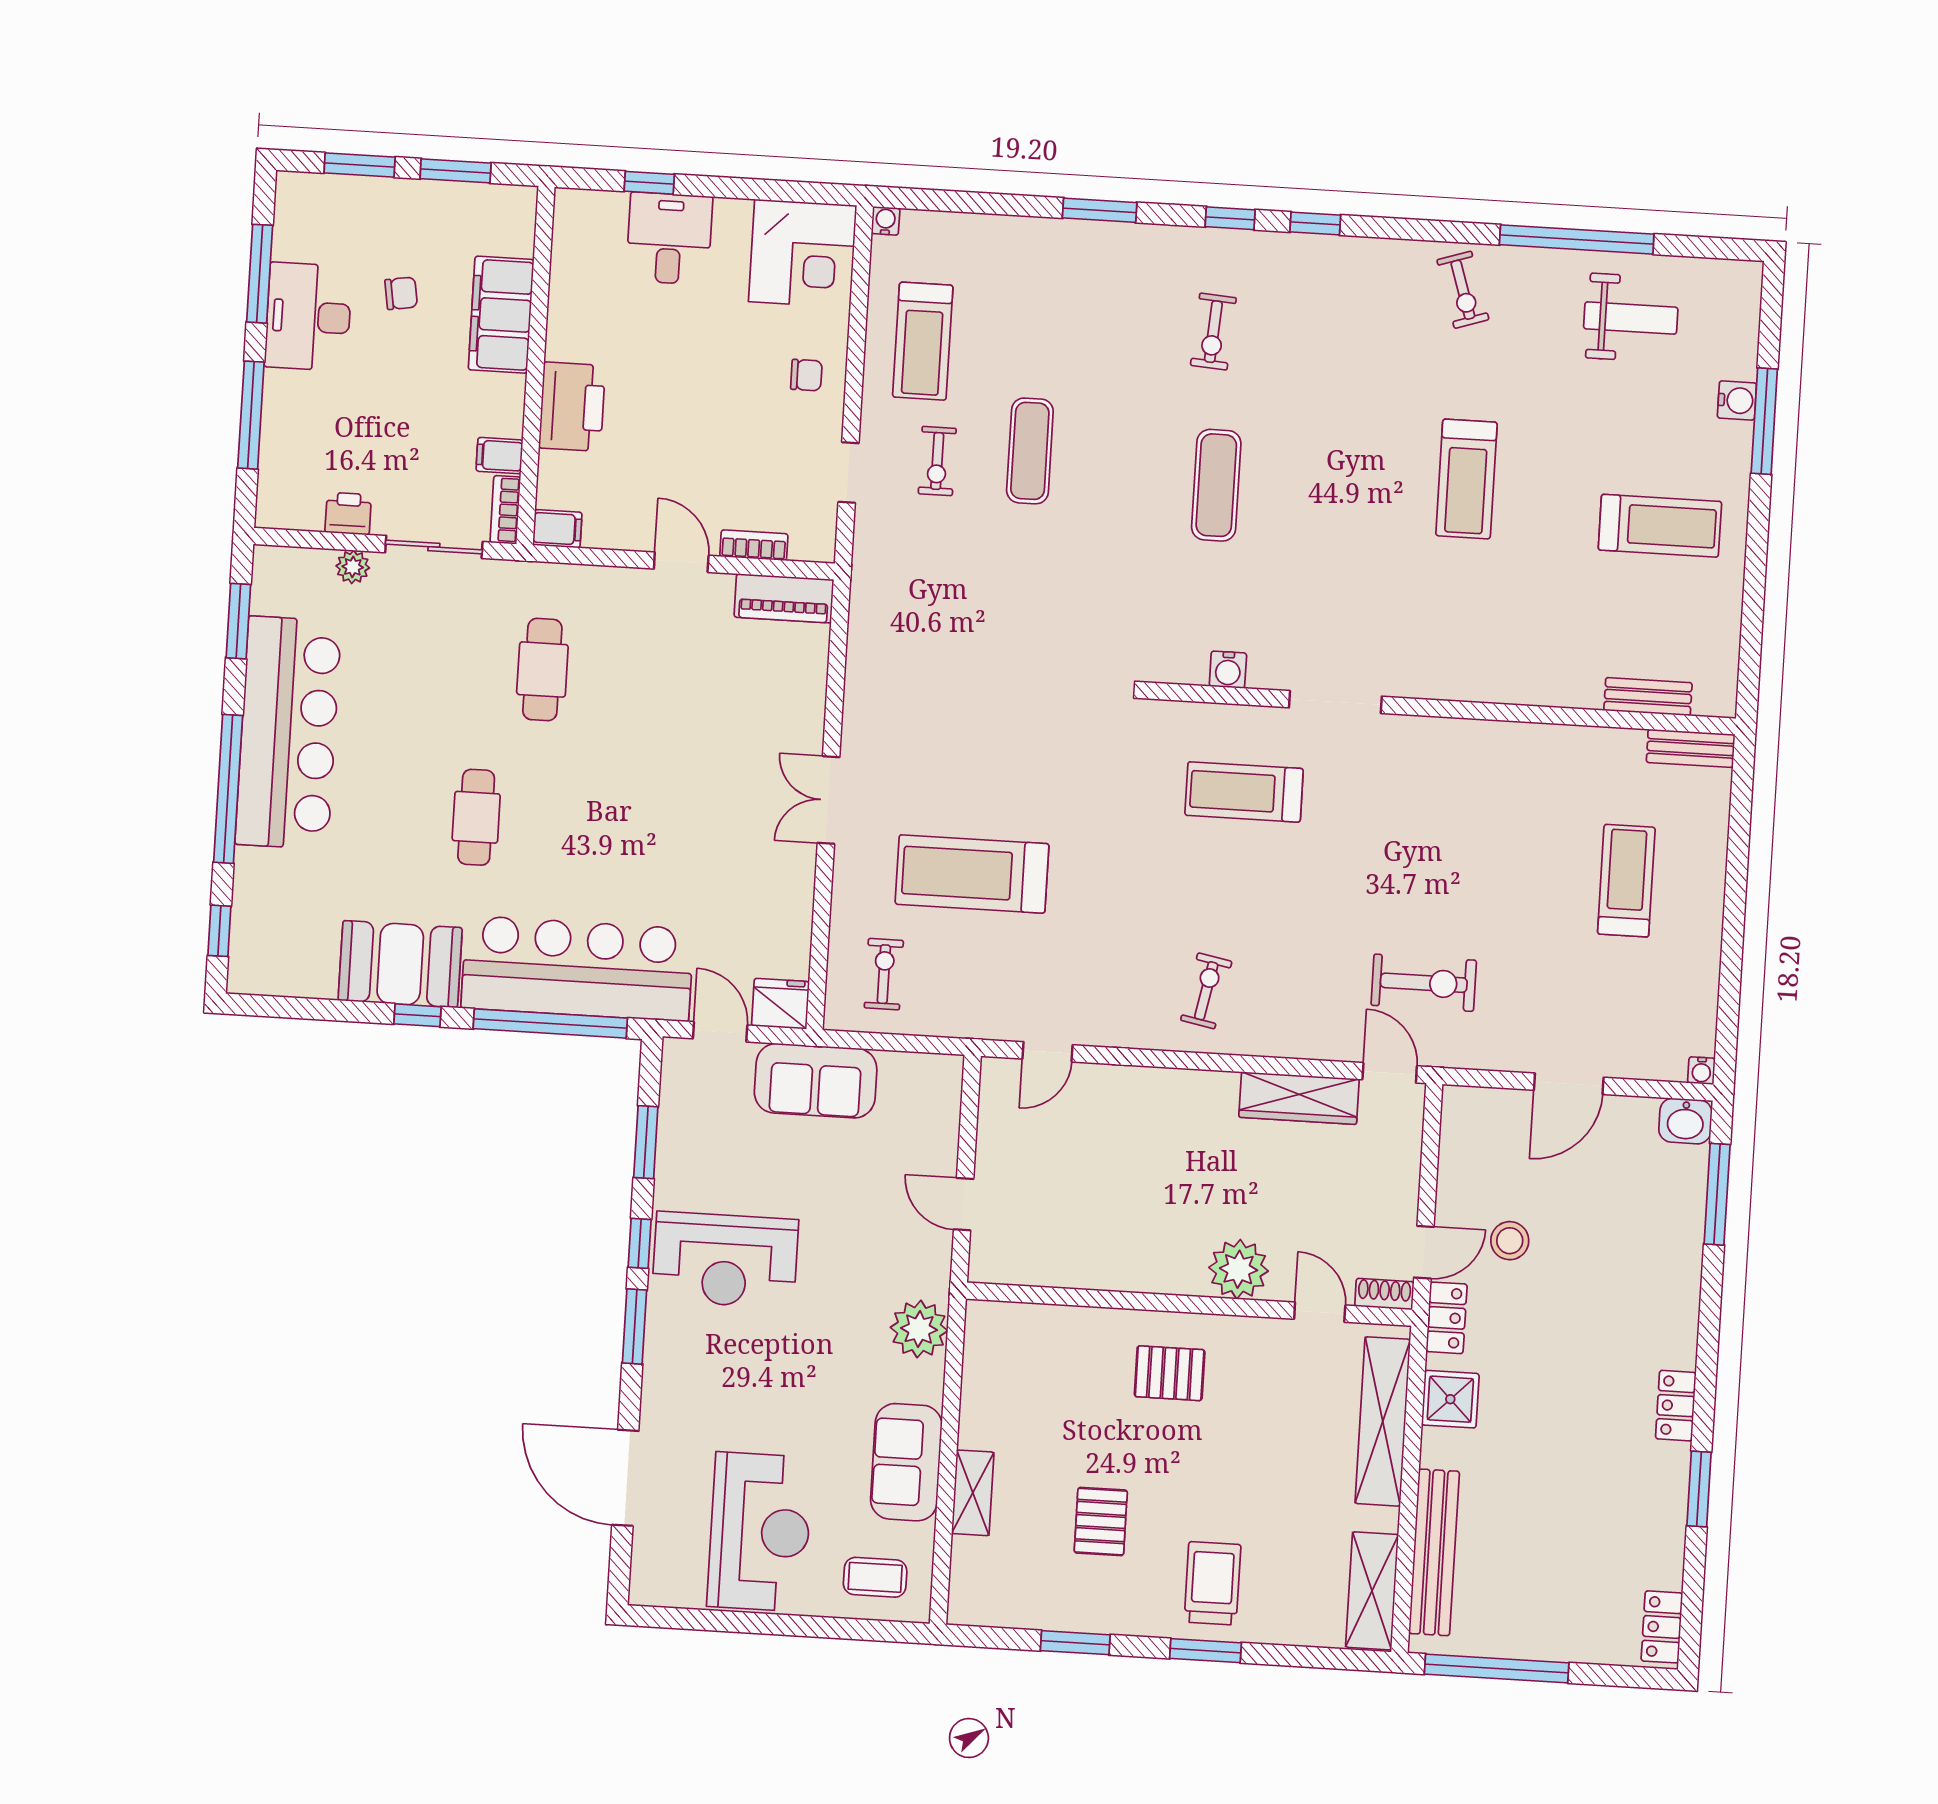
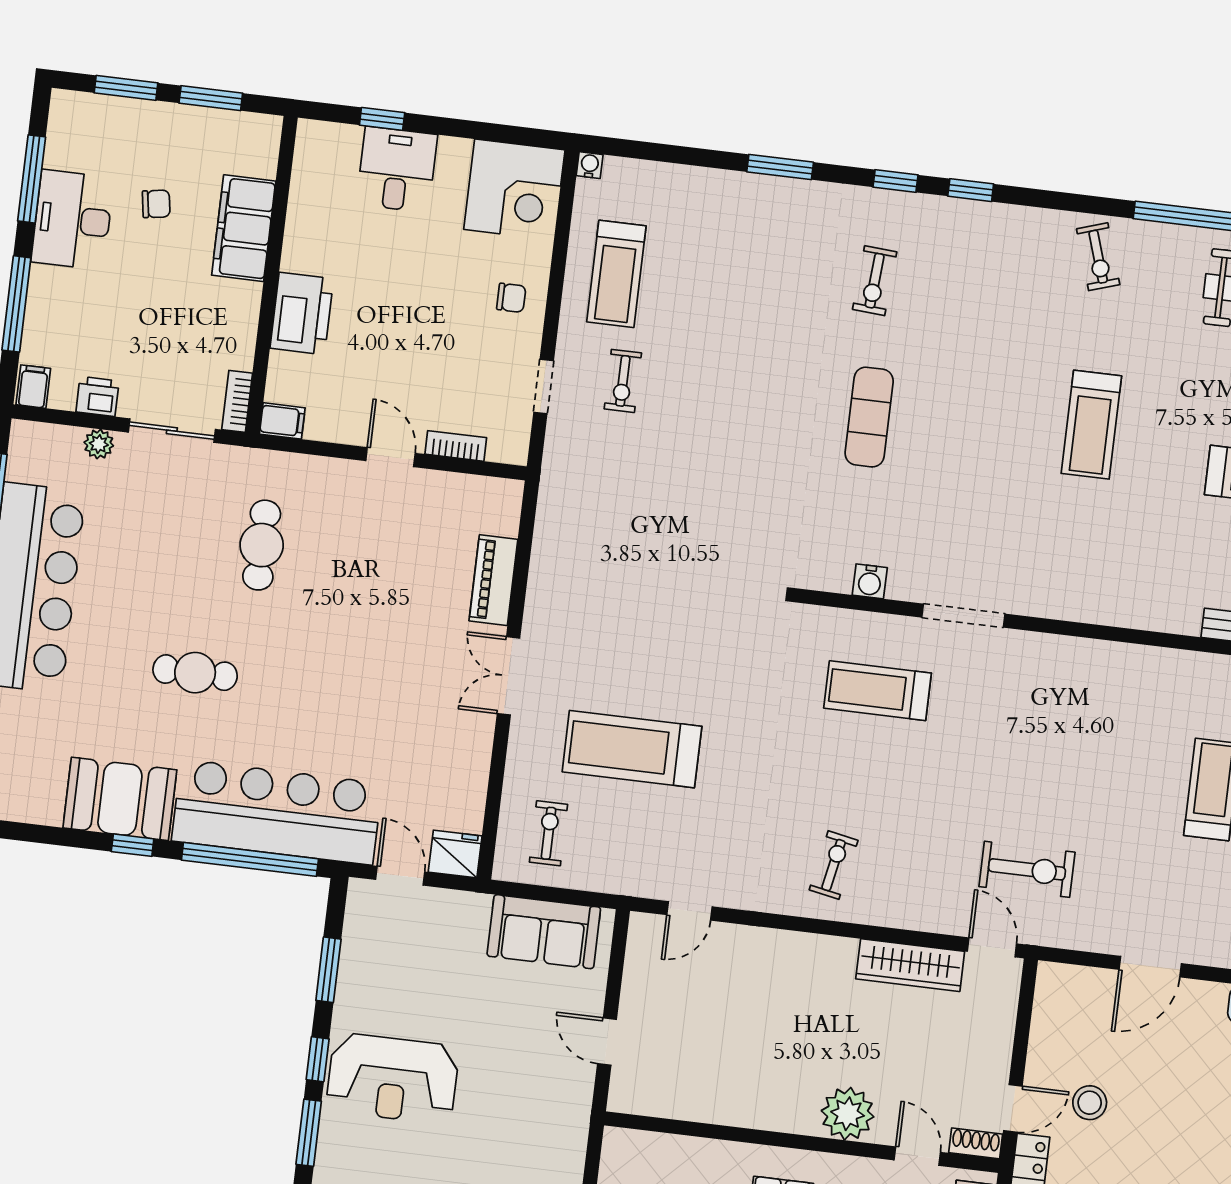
exercise mat: (1030, 451) -> (706, 377), removed
filing cabinet: (499, 456) -> (33, 387), moved, turned 90
piano: (784, 598) -> (493, 580), moved, turned 90
cafe table: (476, 817) -> (195, 673), turned 90
sofa: (816, 1081) -> (544, 932), moved
plant: (919, 1329) -> (561, 1150), removed

